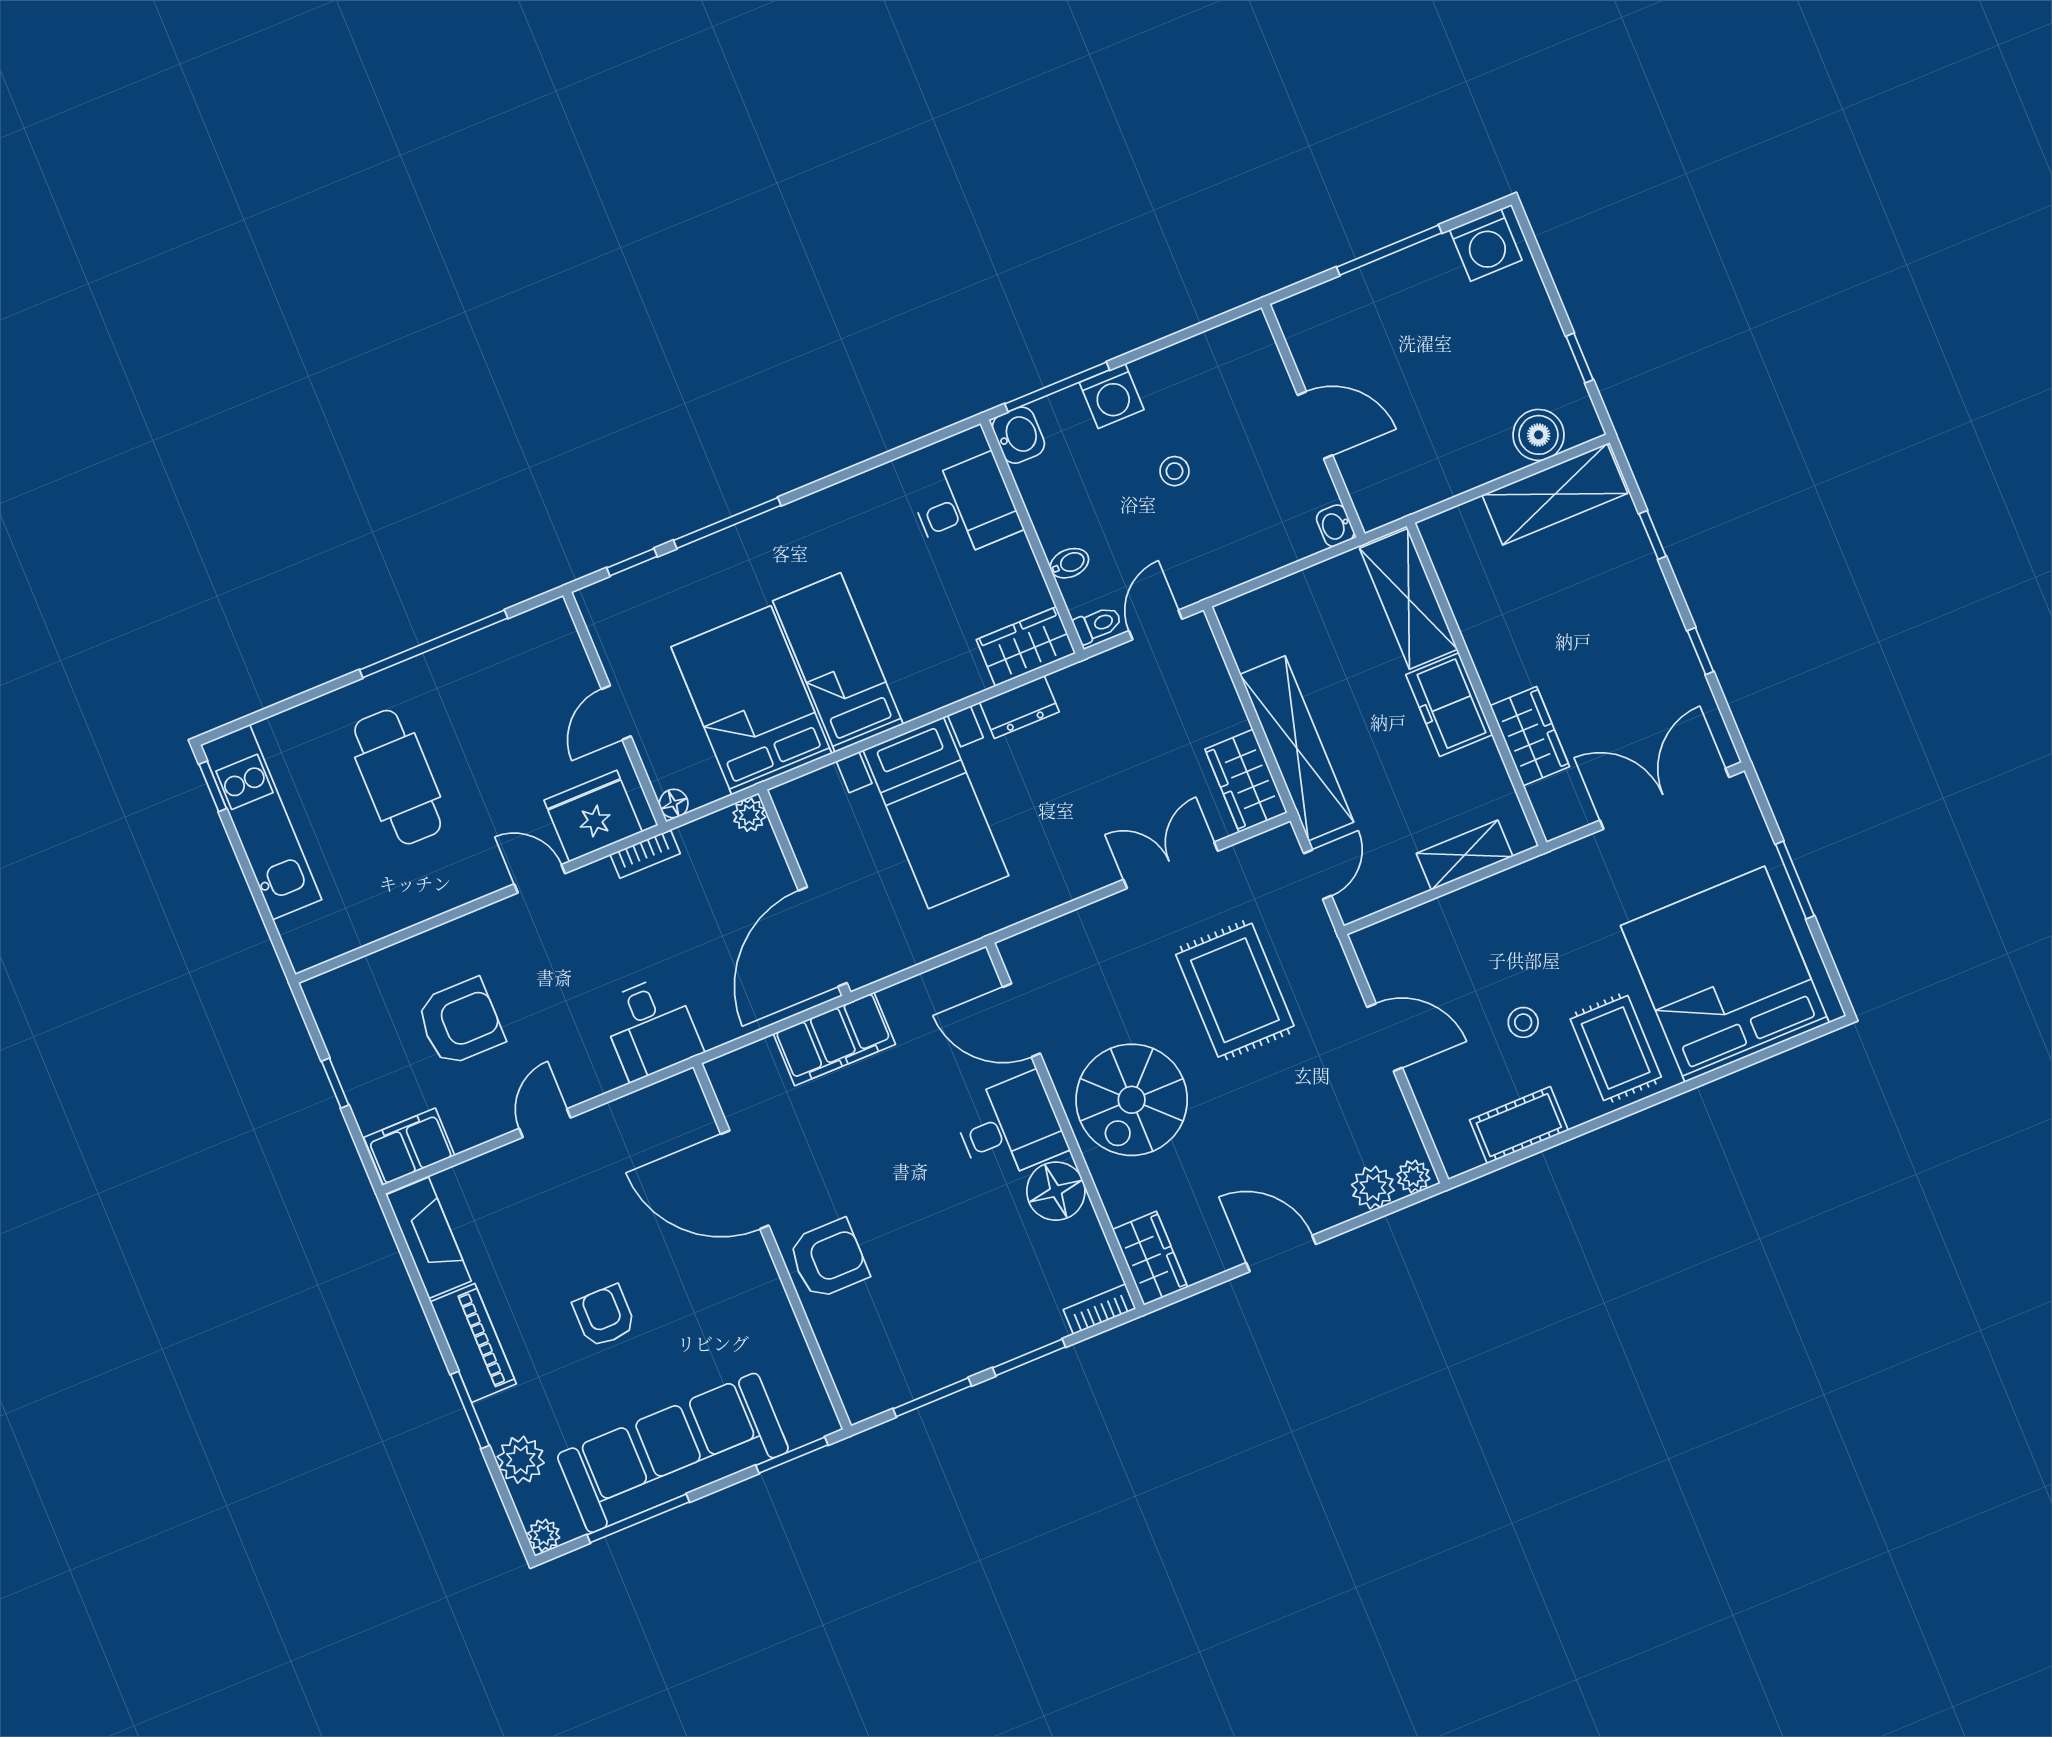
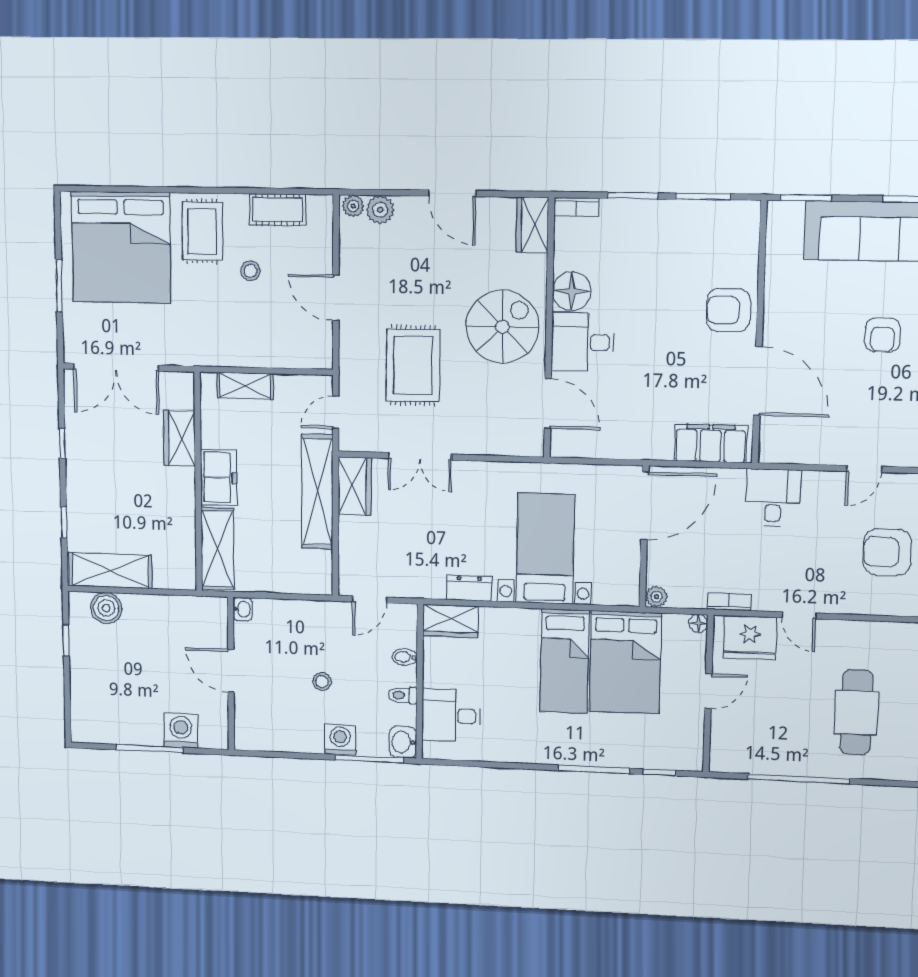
washing machine: (1486, 245) -> (181, 731), moved
toilet: (1098, 624) -> (403, 695), moved
filing cabinet: (834, 1039) -> (711, 443), moved

